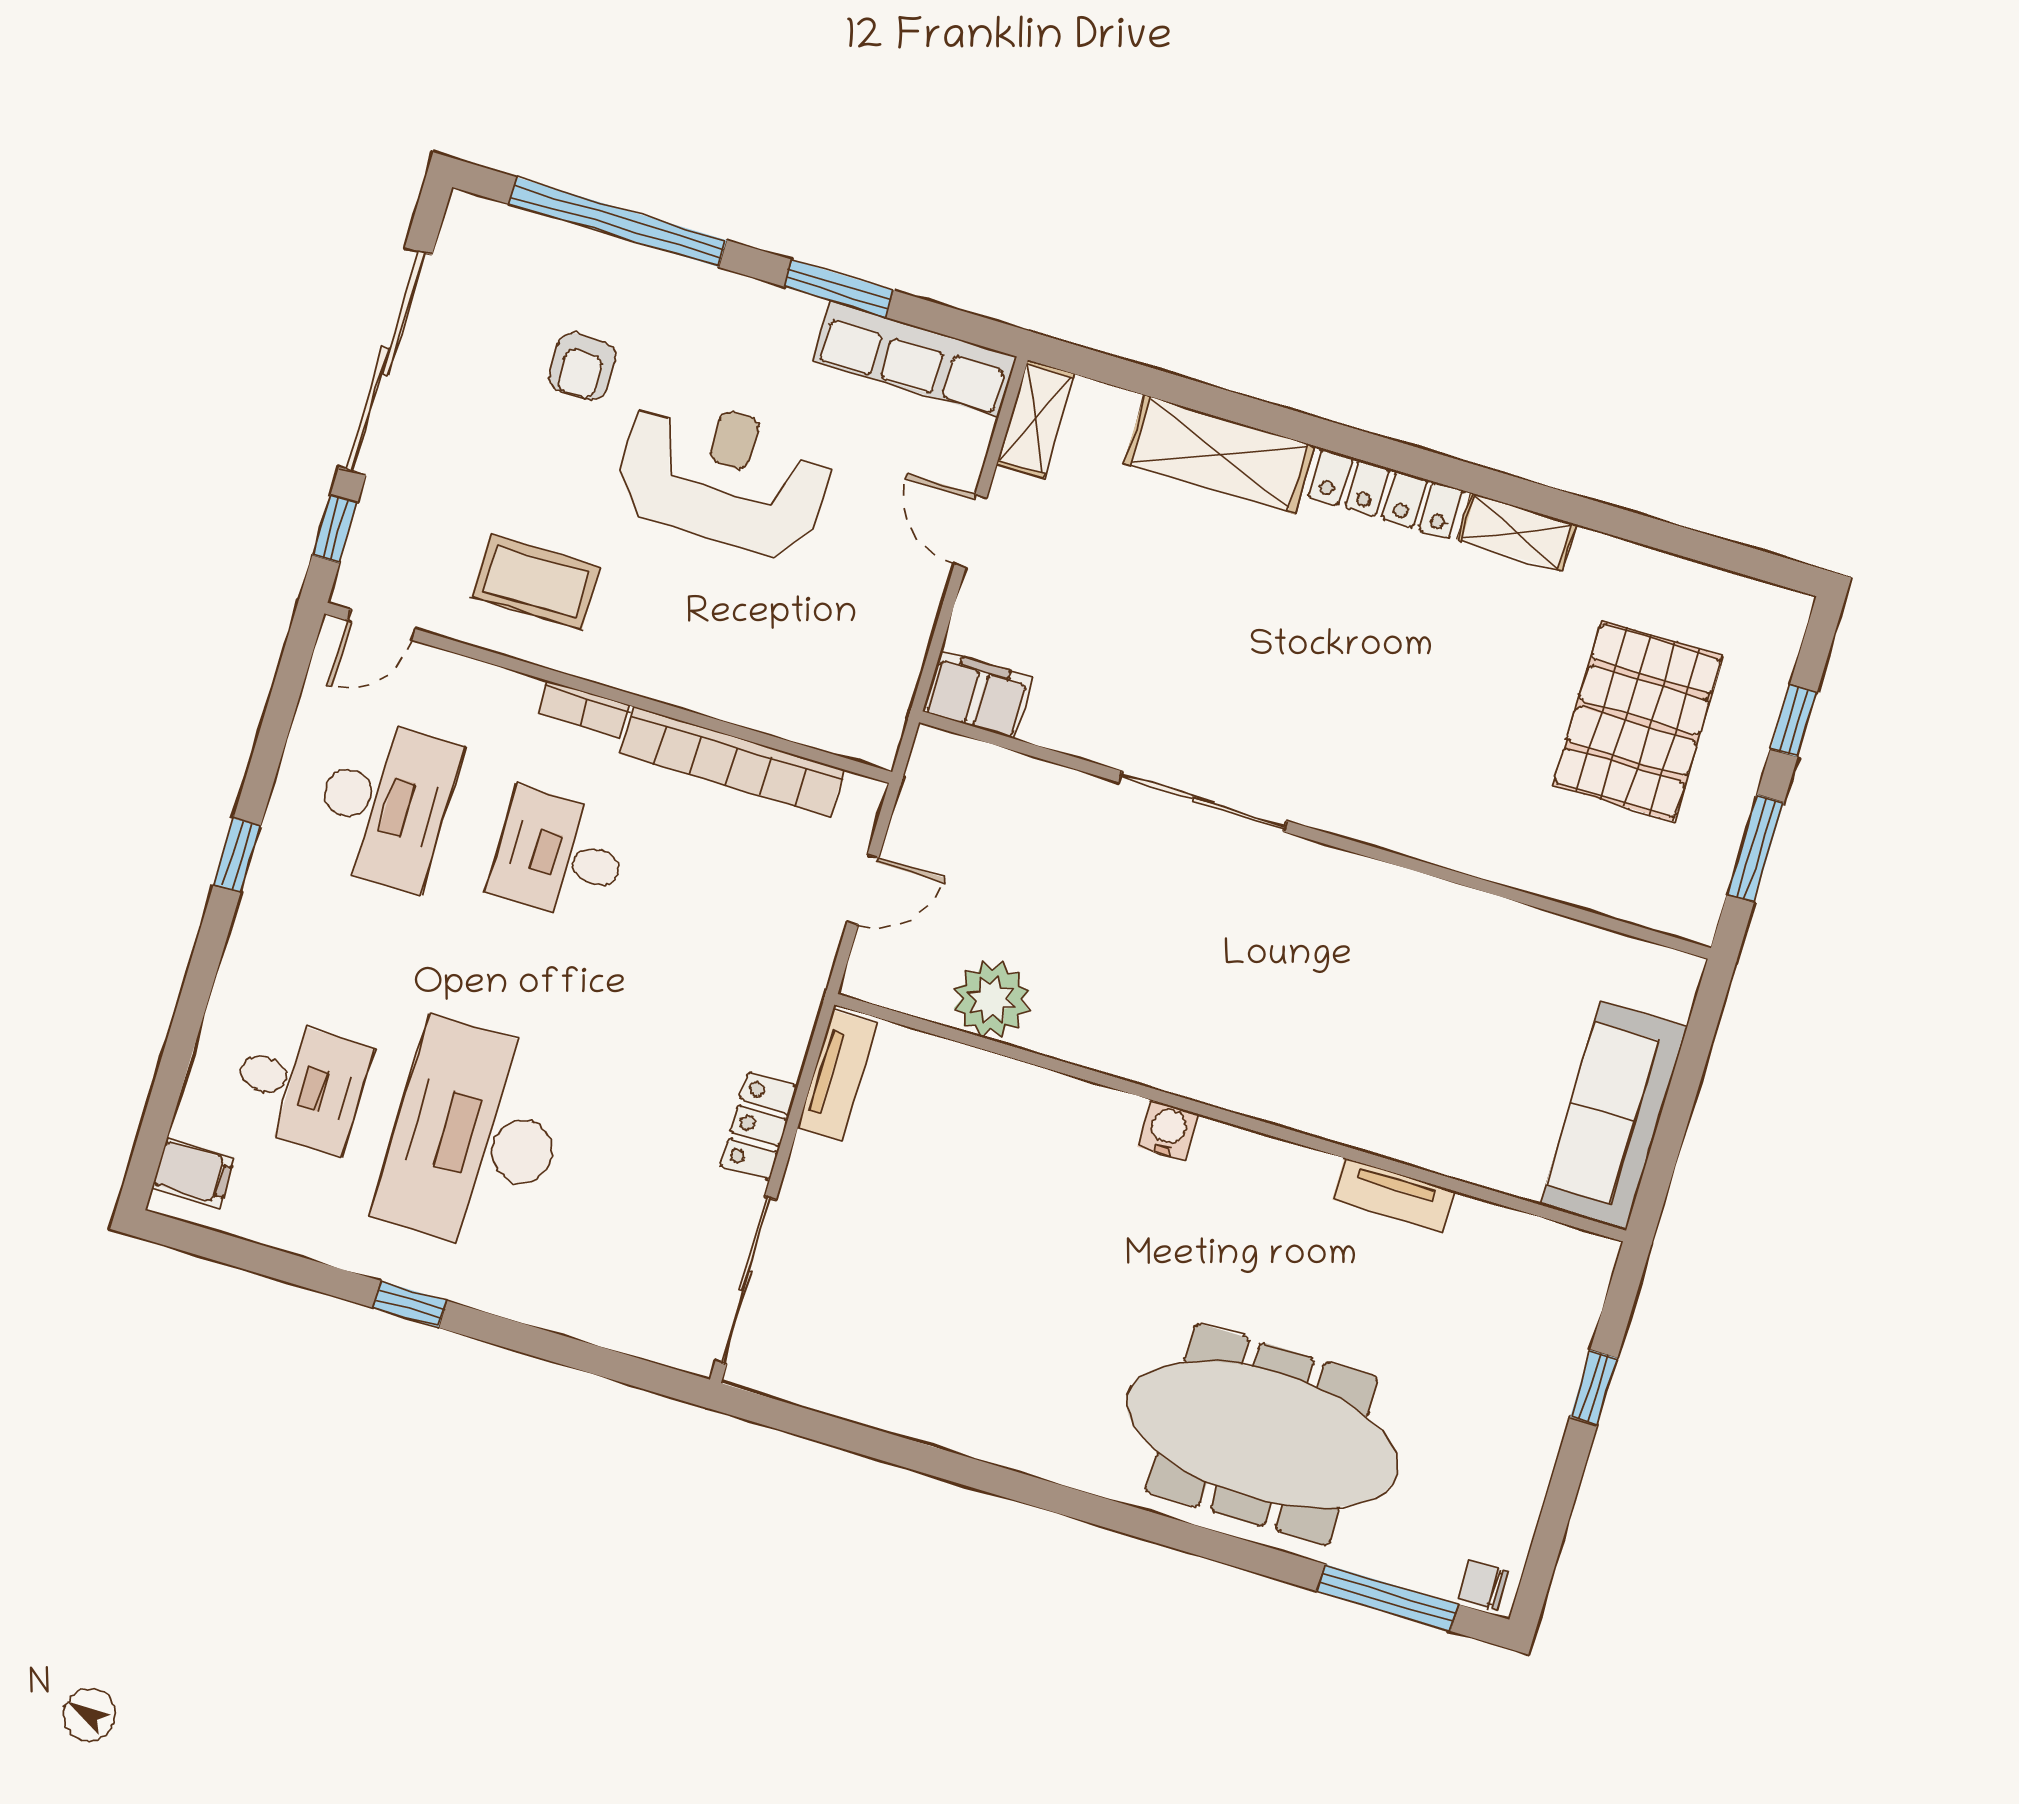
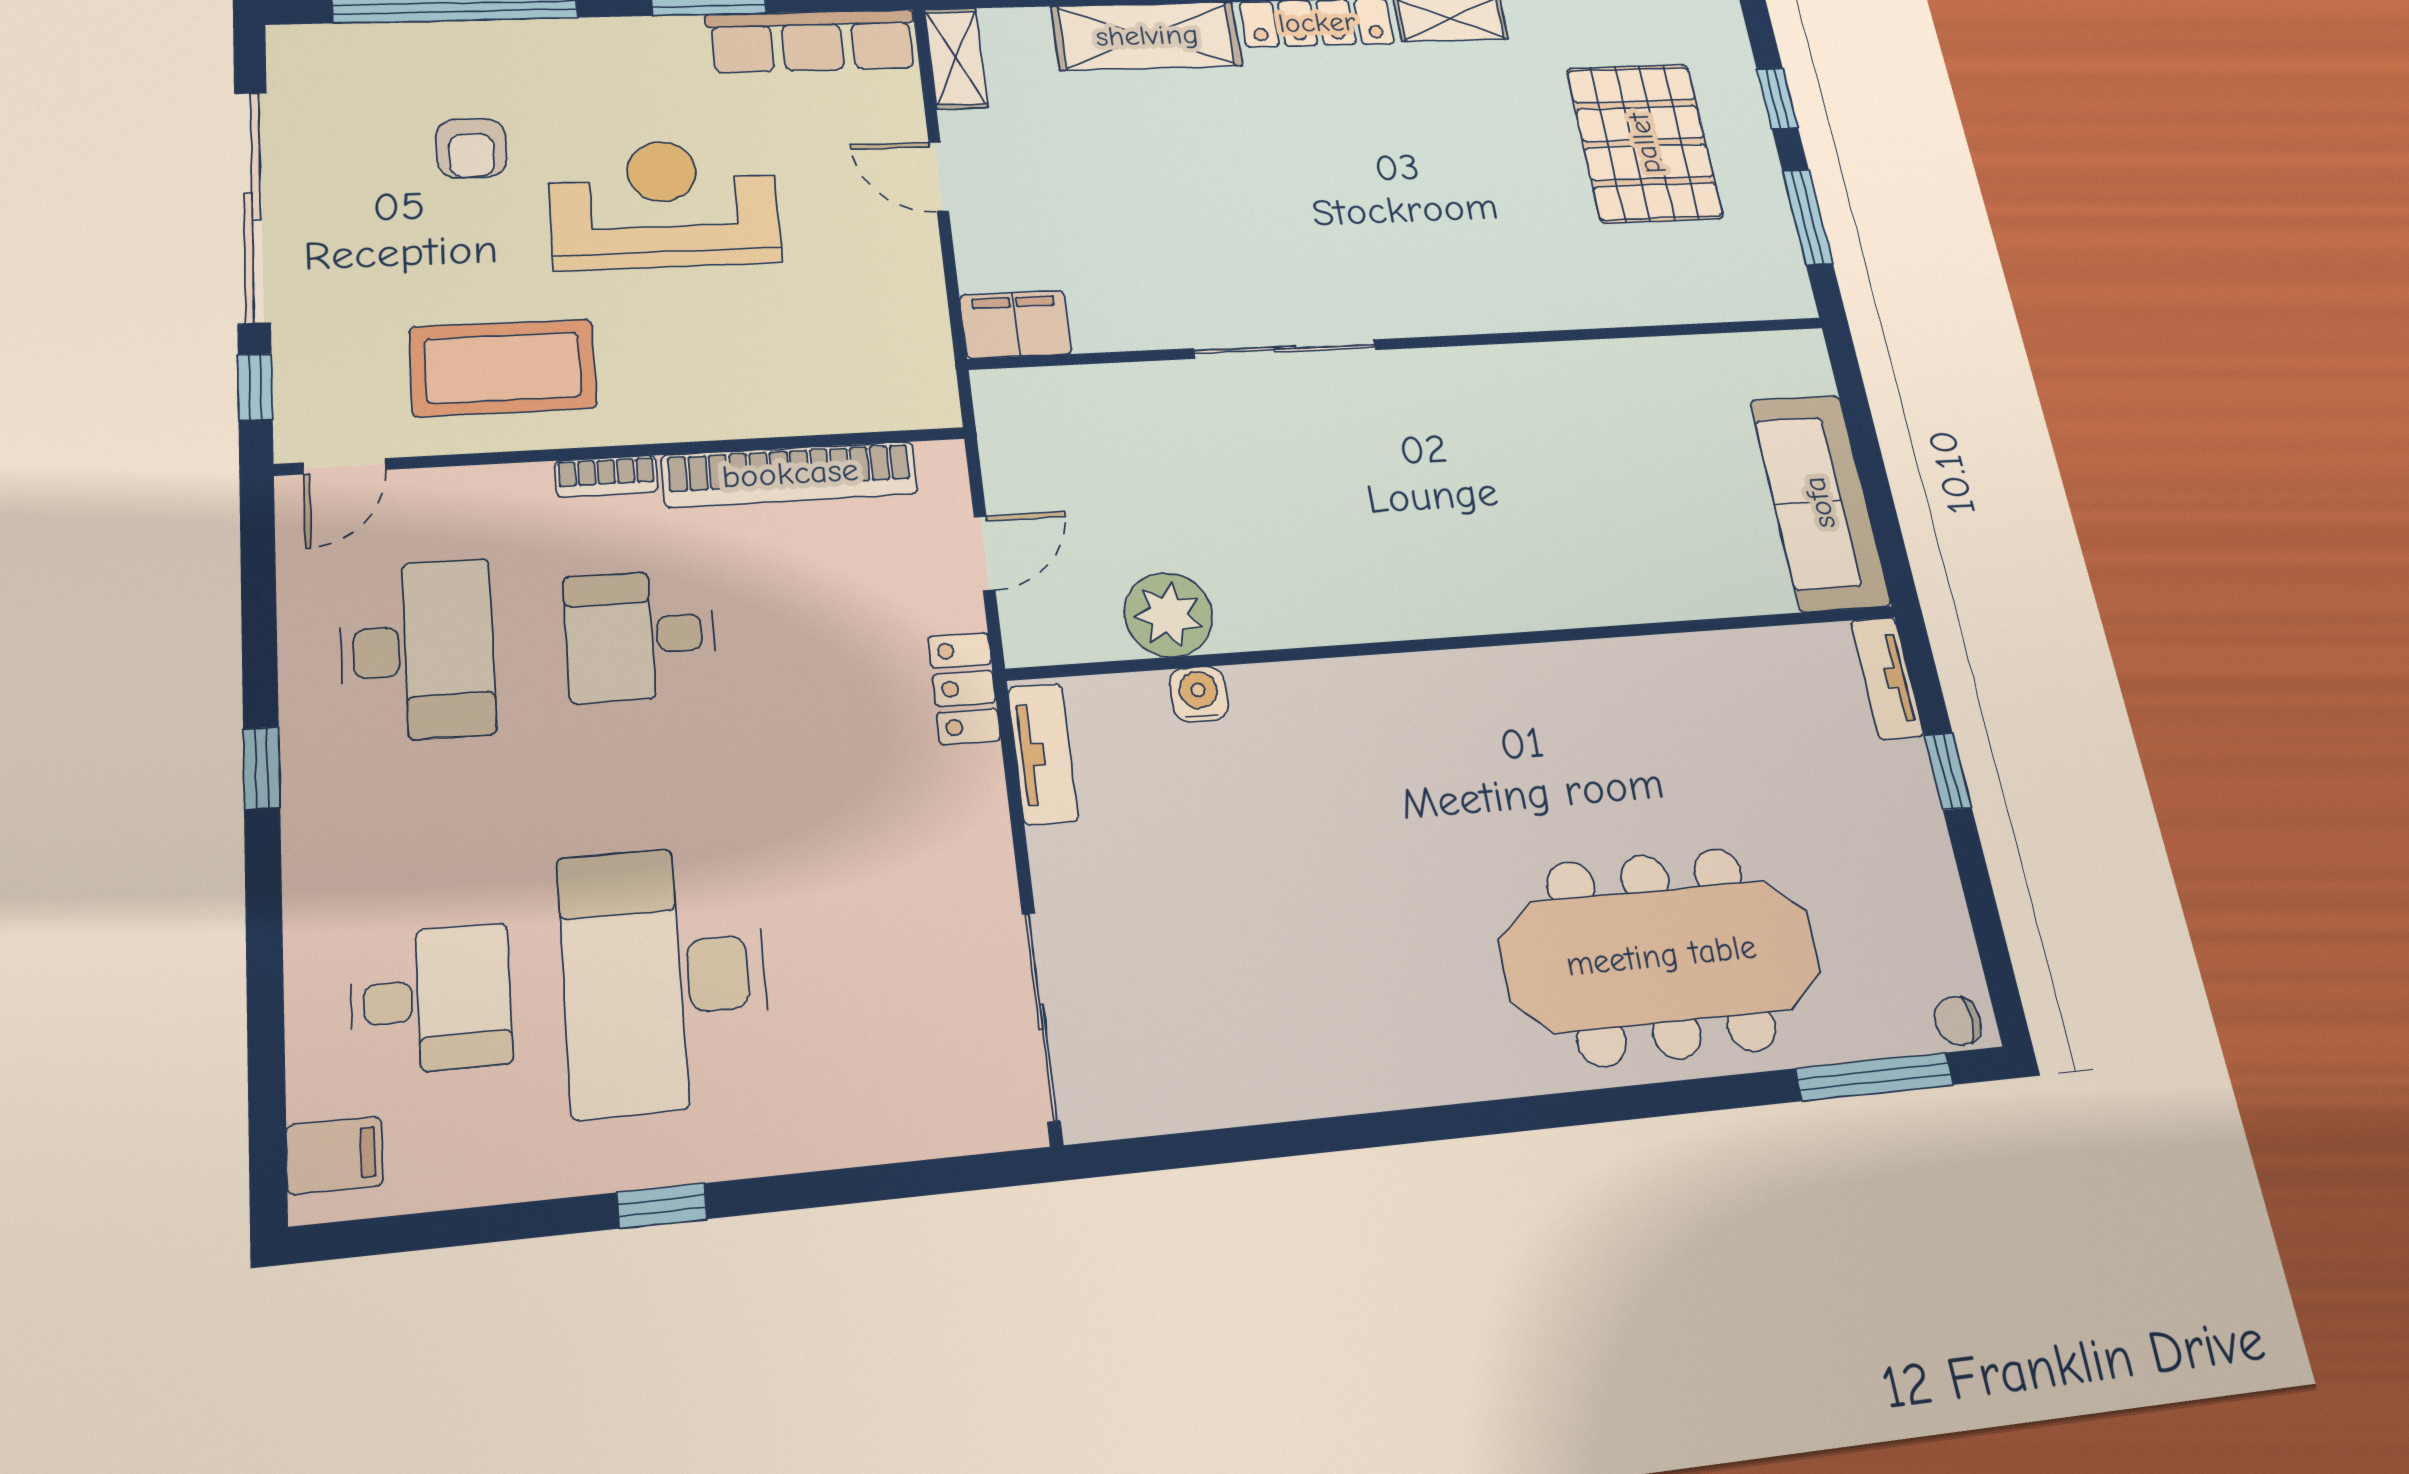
coffee table: (536, 582) -> (503, 368), width x1.36, depth x1.32
locker: (759, 1126) -> (964, 688), moved
water cooler: (1168, 1130) -> (1199, 694), moved
tv unit: (1393, 1195) -> (1887, 678), moved, turned 90

